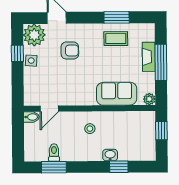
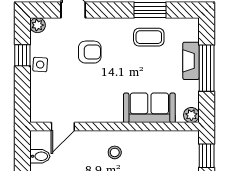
plant: (34, 35) -> (38, 25), width x0.53, depth x0.53
bidet: (31, 117) -> (40, 156), moved

